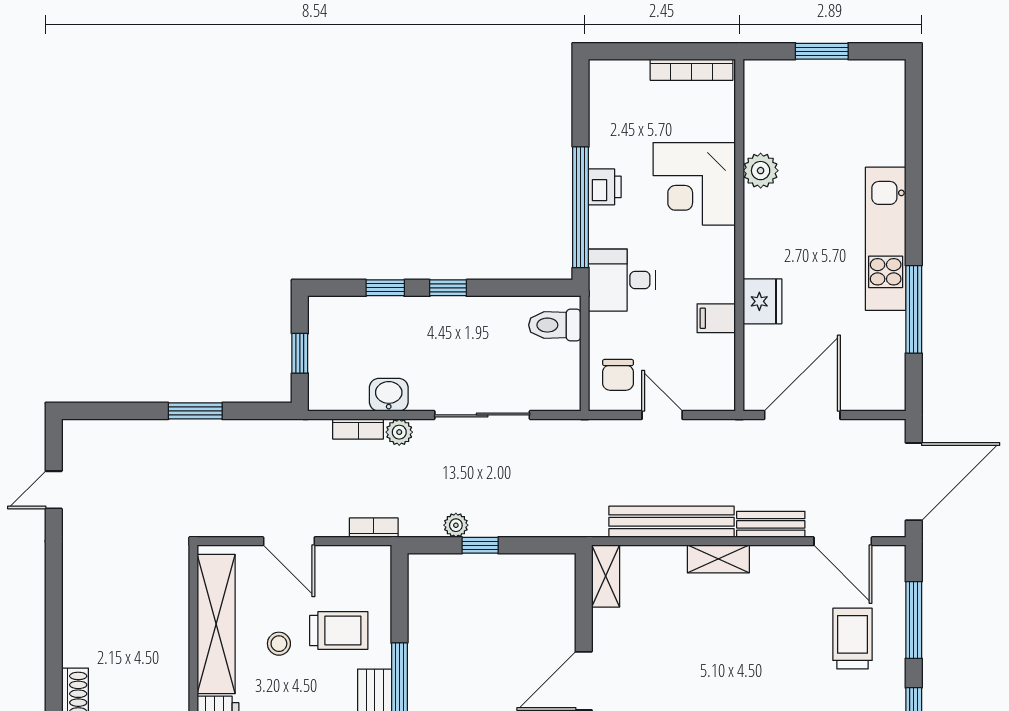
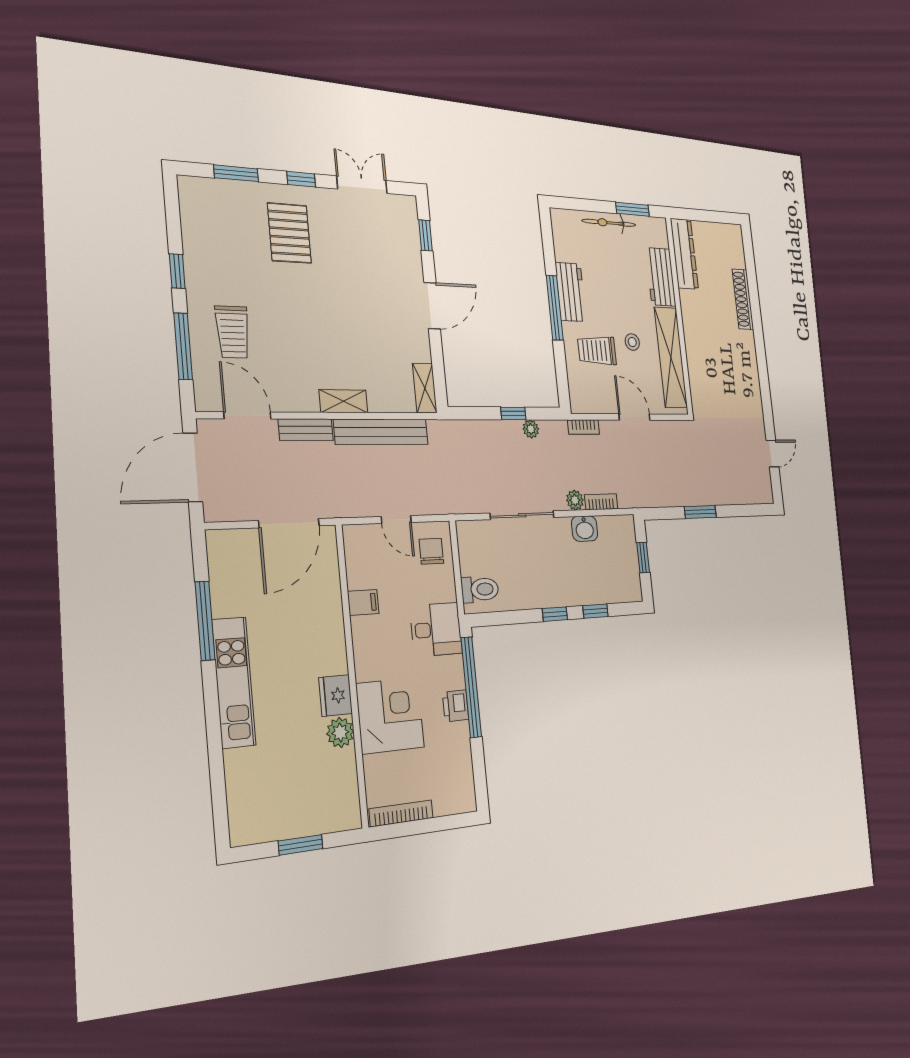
fridge: (762, 301) -> (336, 696), moved

